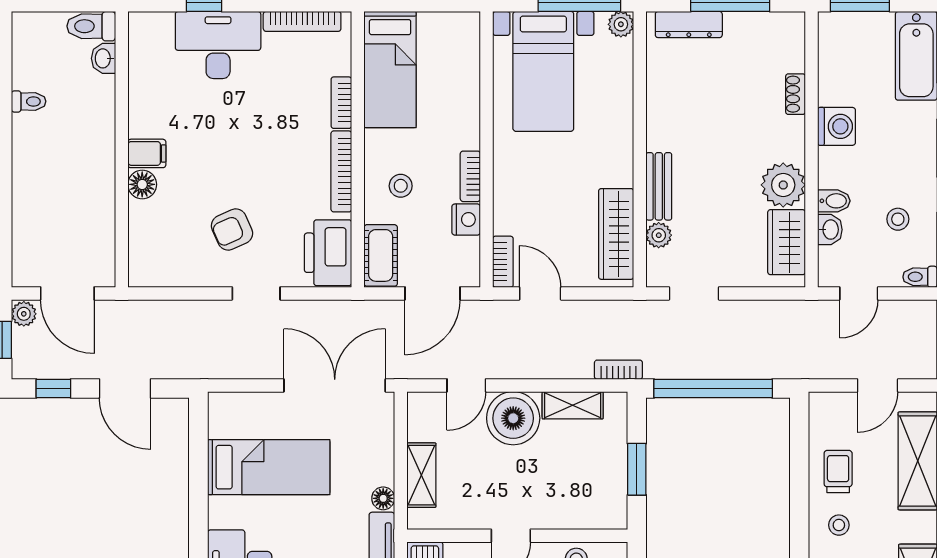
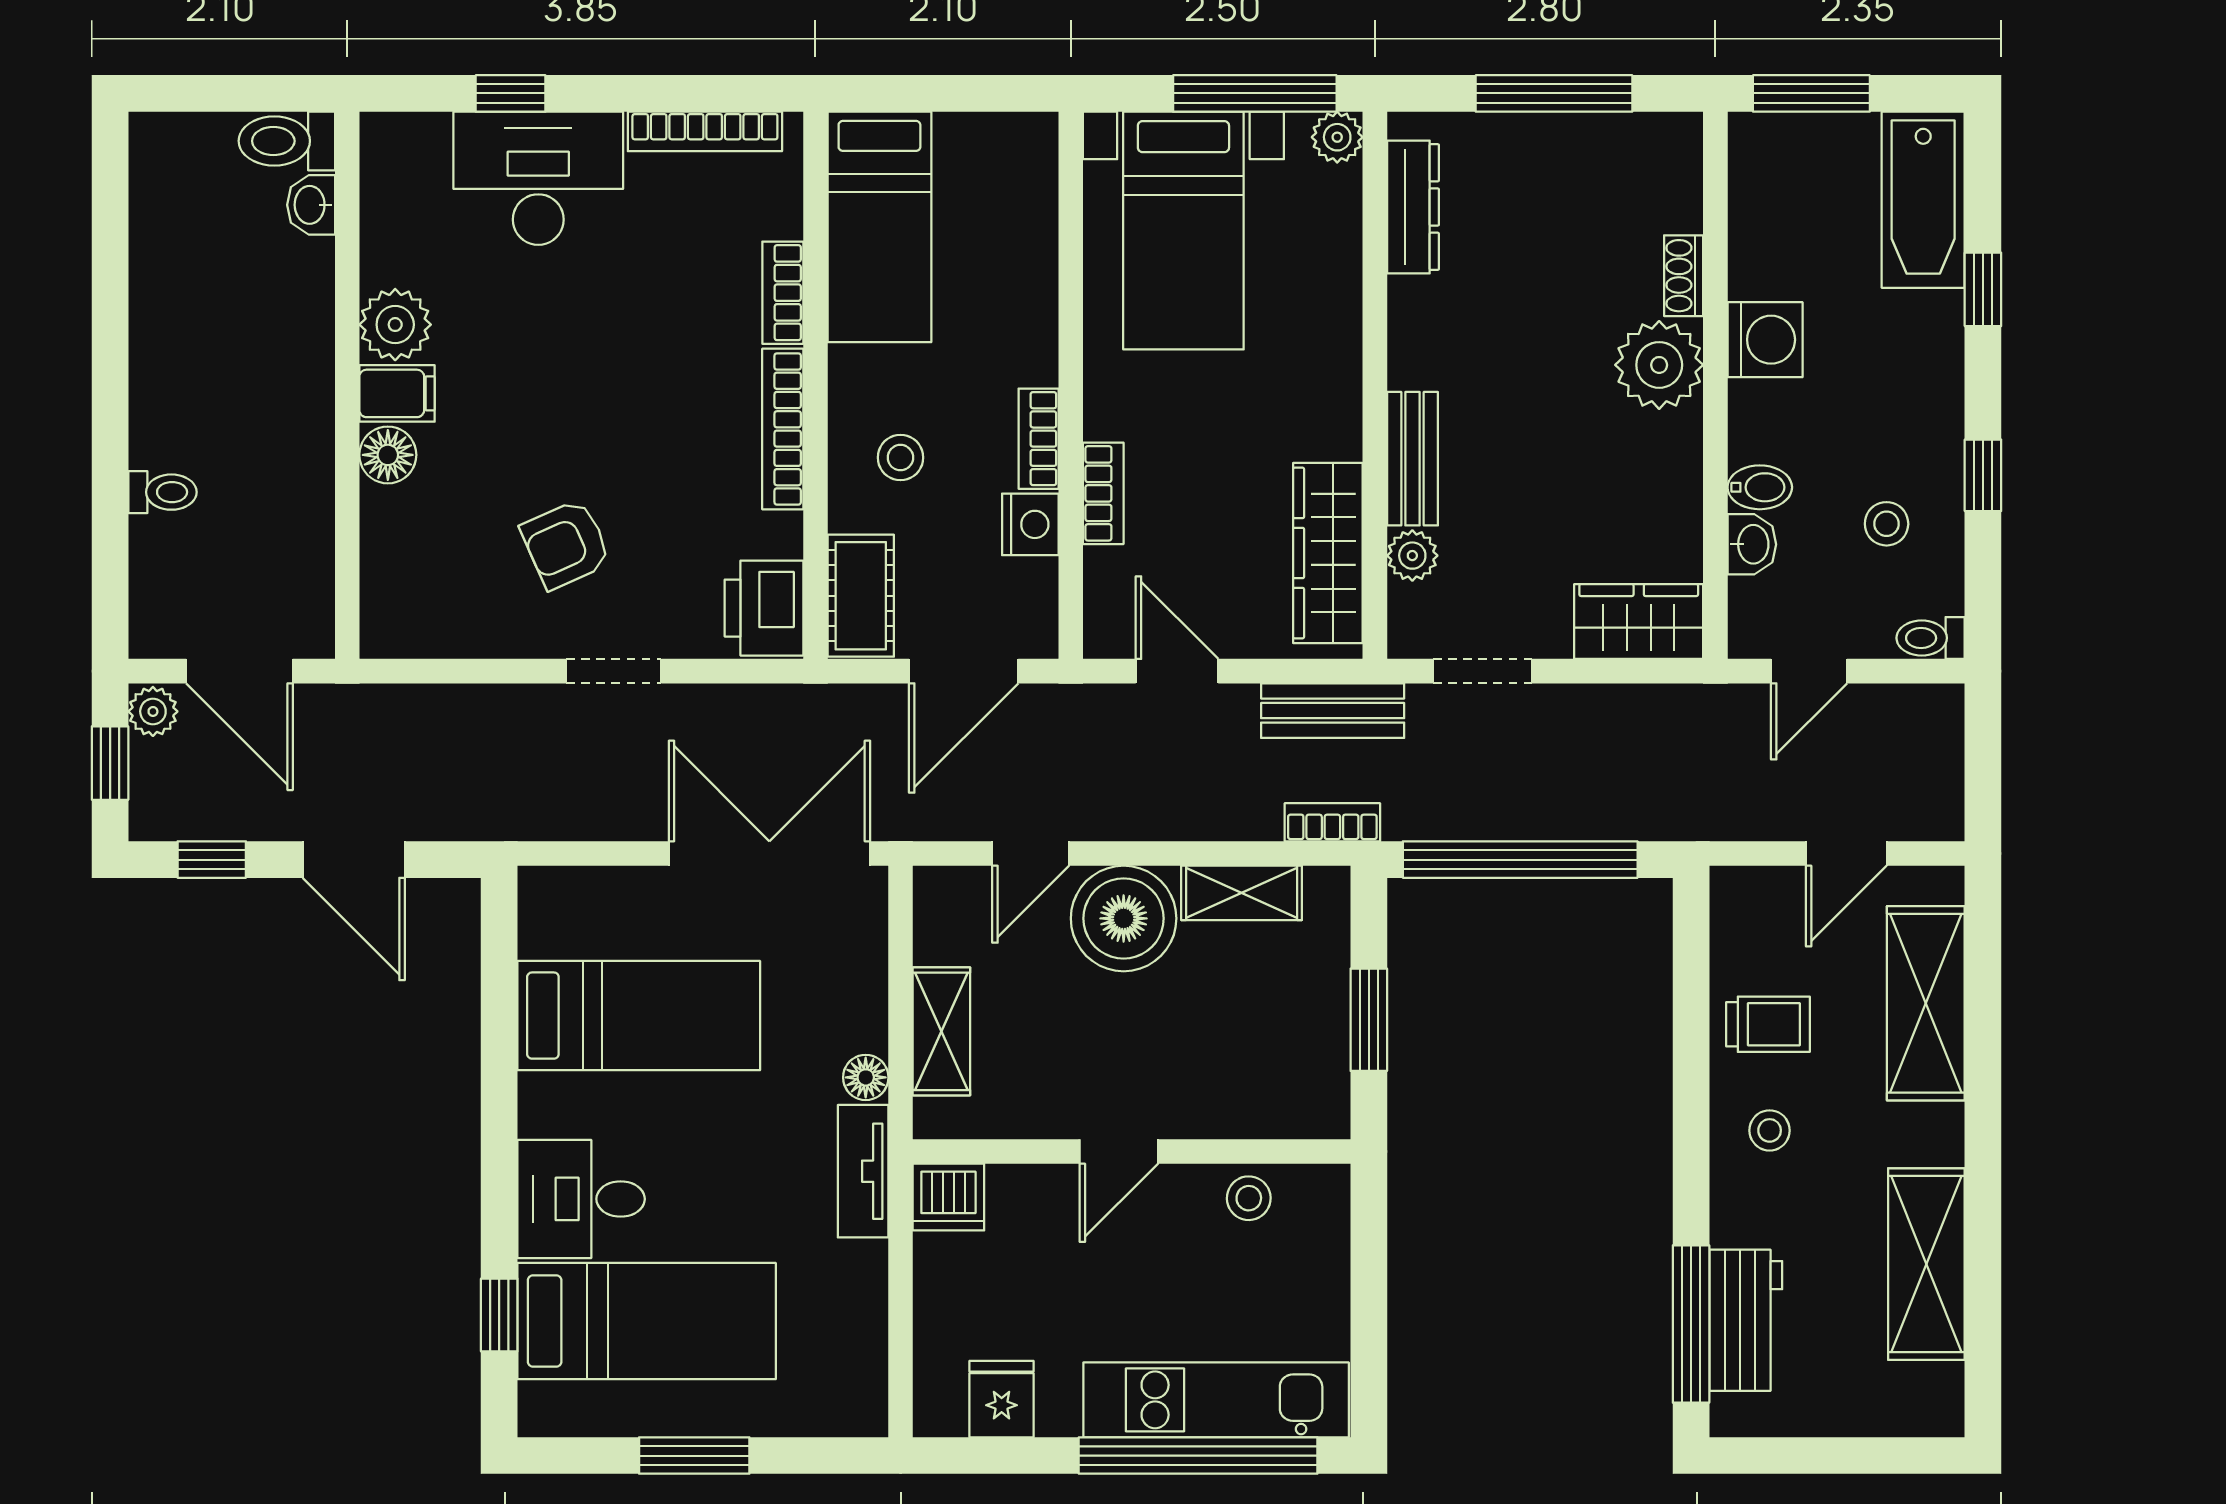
dresser: (689, 25) -> (1413, 207), moved, turned -90
toilet: (29, 101) -> (162, 492), moved
plant: (146, 119) -> (395, 325), added
plant: (783, 185) -> (1659, 365), moved
wardrobe: (787, 242) -> (1639, 622), moved, turned 90
printer: (328, 253) -> (764, 608), width x0.73, depth x0.84
bookcase: (503, 262) -> (1103, 493), moved
bench: (619, 313) -> (1333, 711), added
trolley: (838, 472) -> (1768, 1024), turned 90

